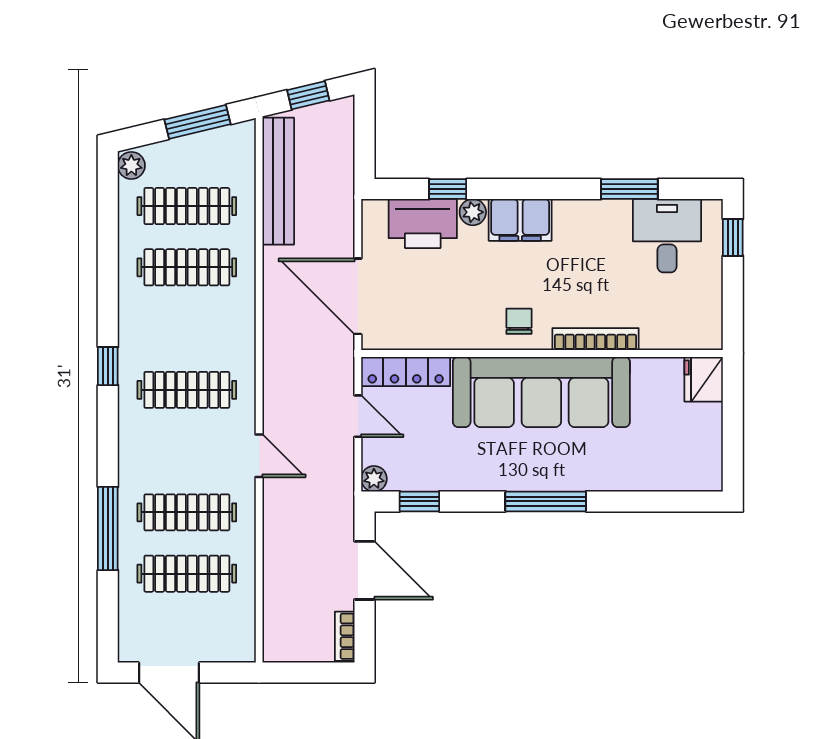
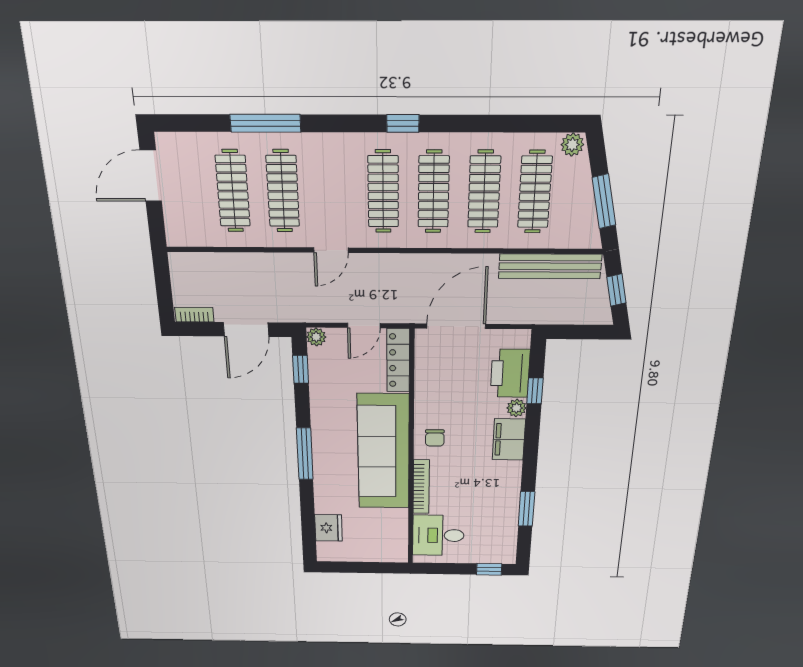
desk: (667, 236) -> (438, 535), moved, turned 180
chair: (519, 321) -> (435, 438), turned 90
clothes rail: (187, 329) -> (434, 192), added
fridge: (704, 379) -> (328, 528), moved, turned 90

